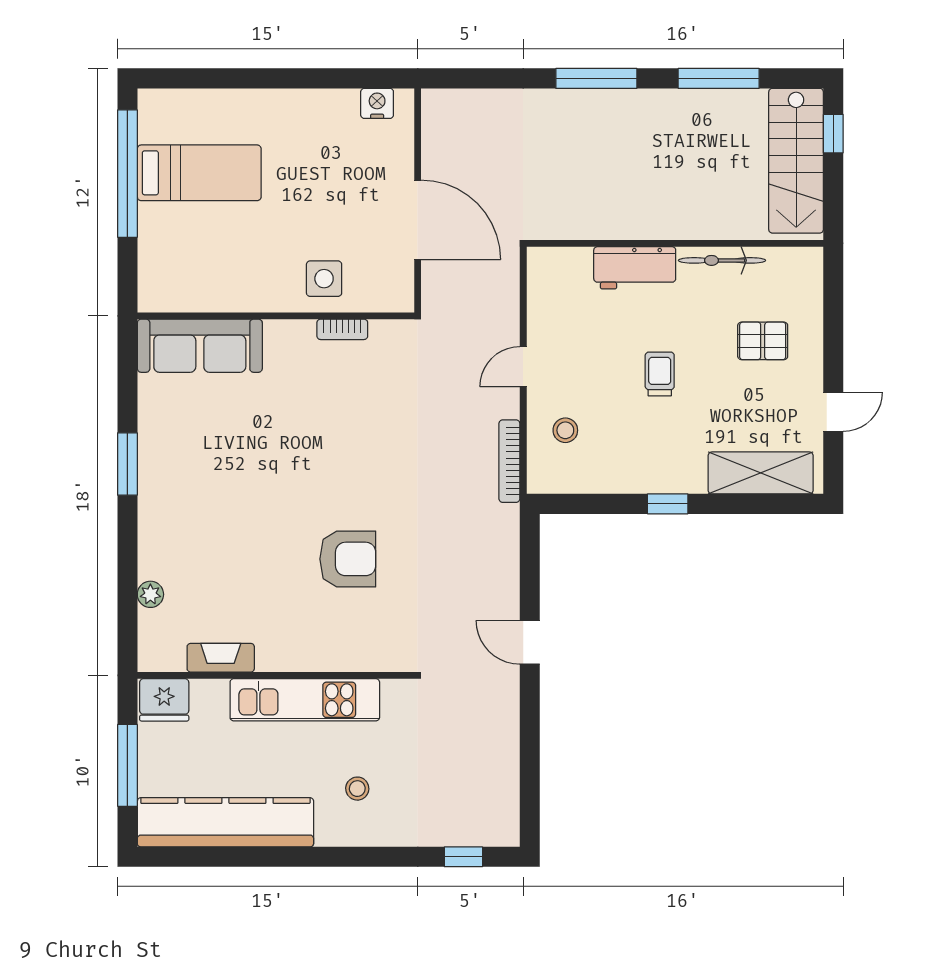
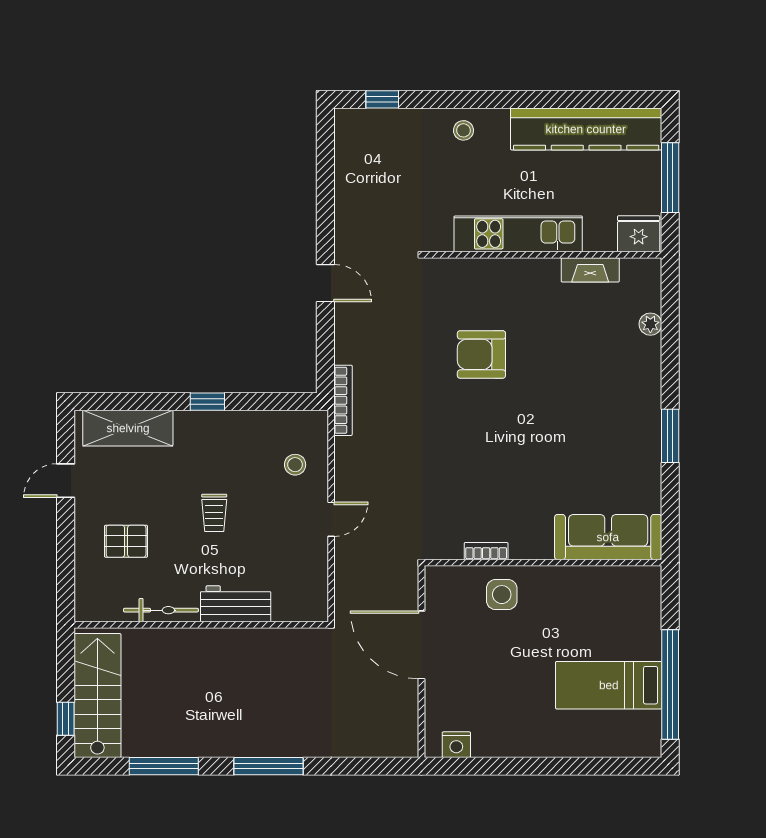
bookcase: (509, 461) -> (343, 400), moved
stool: (357, 789) -> (463, 130), moved

